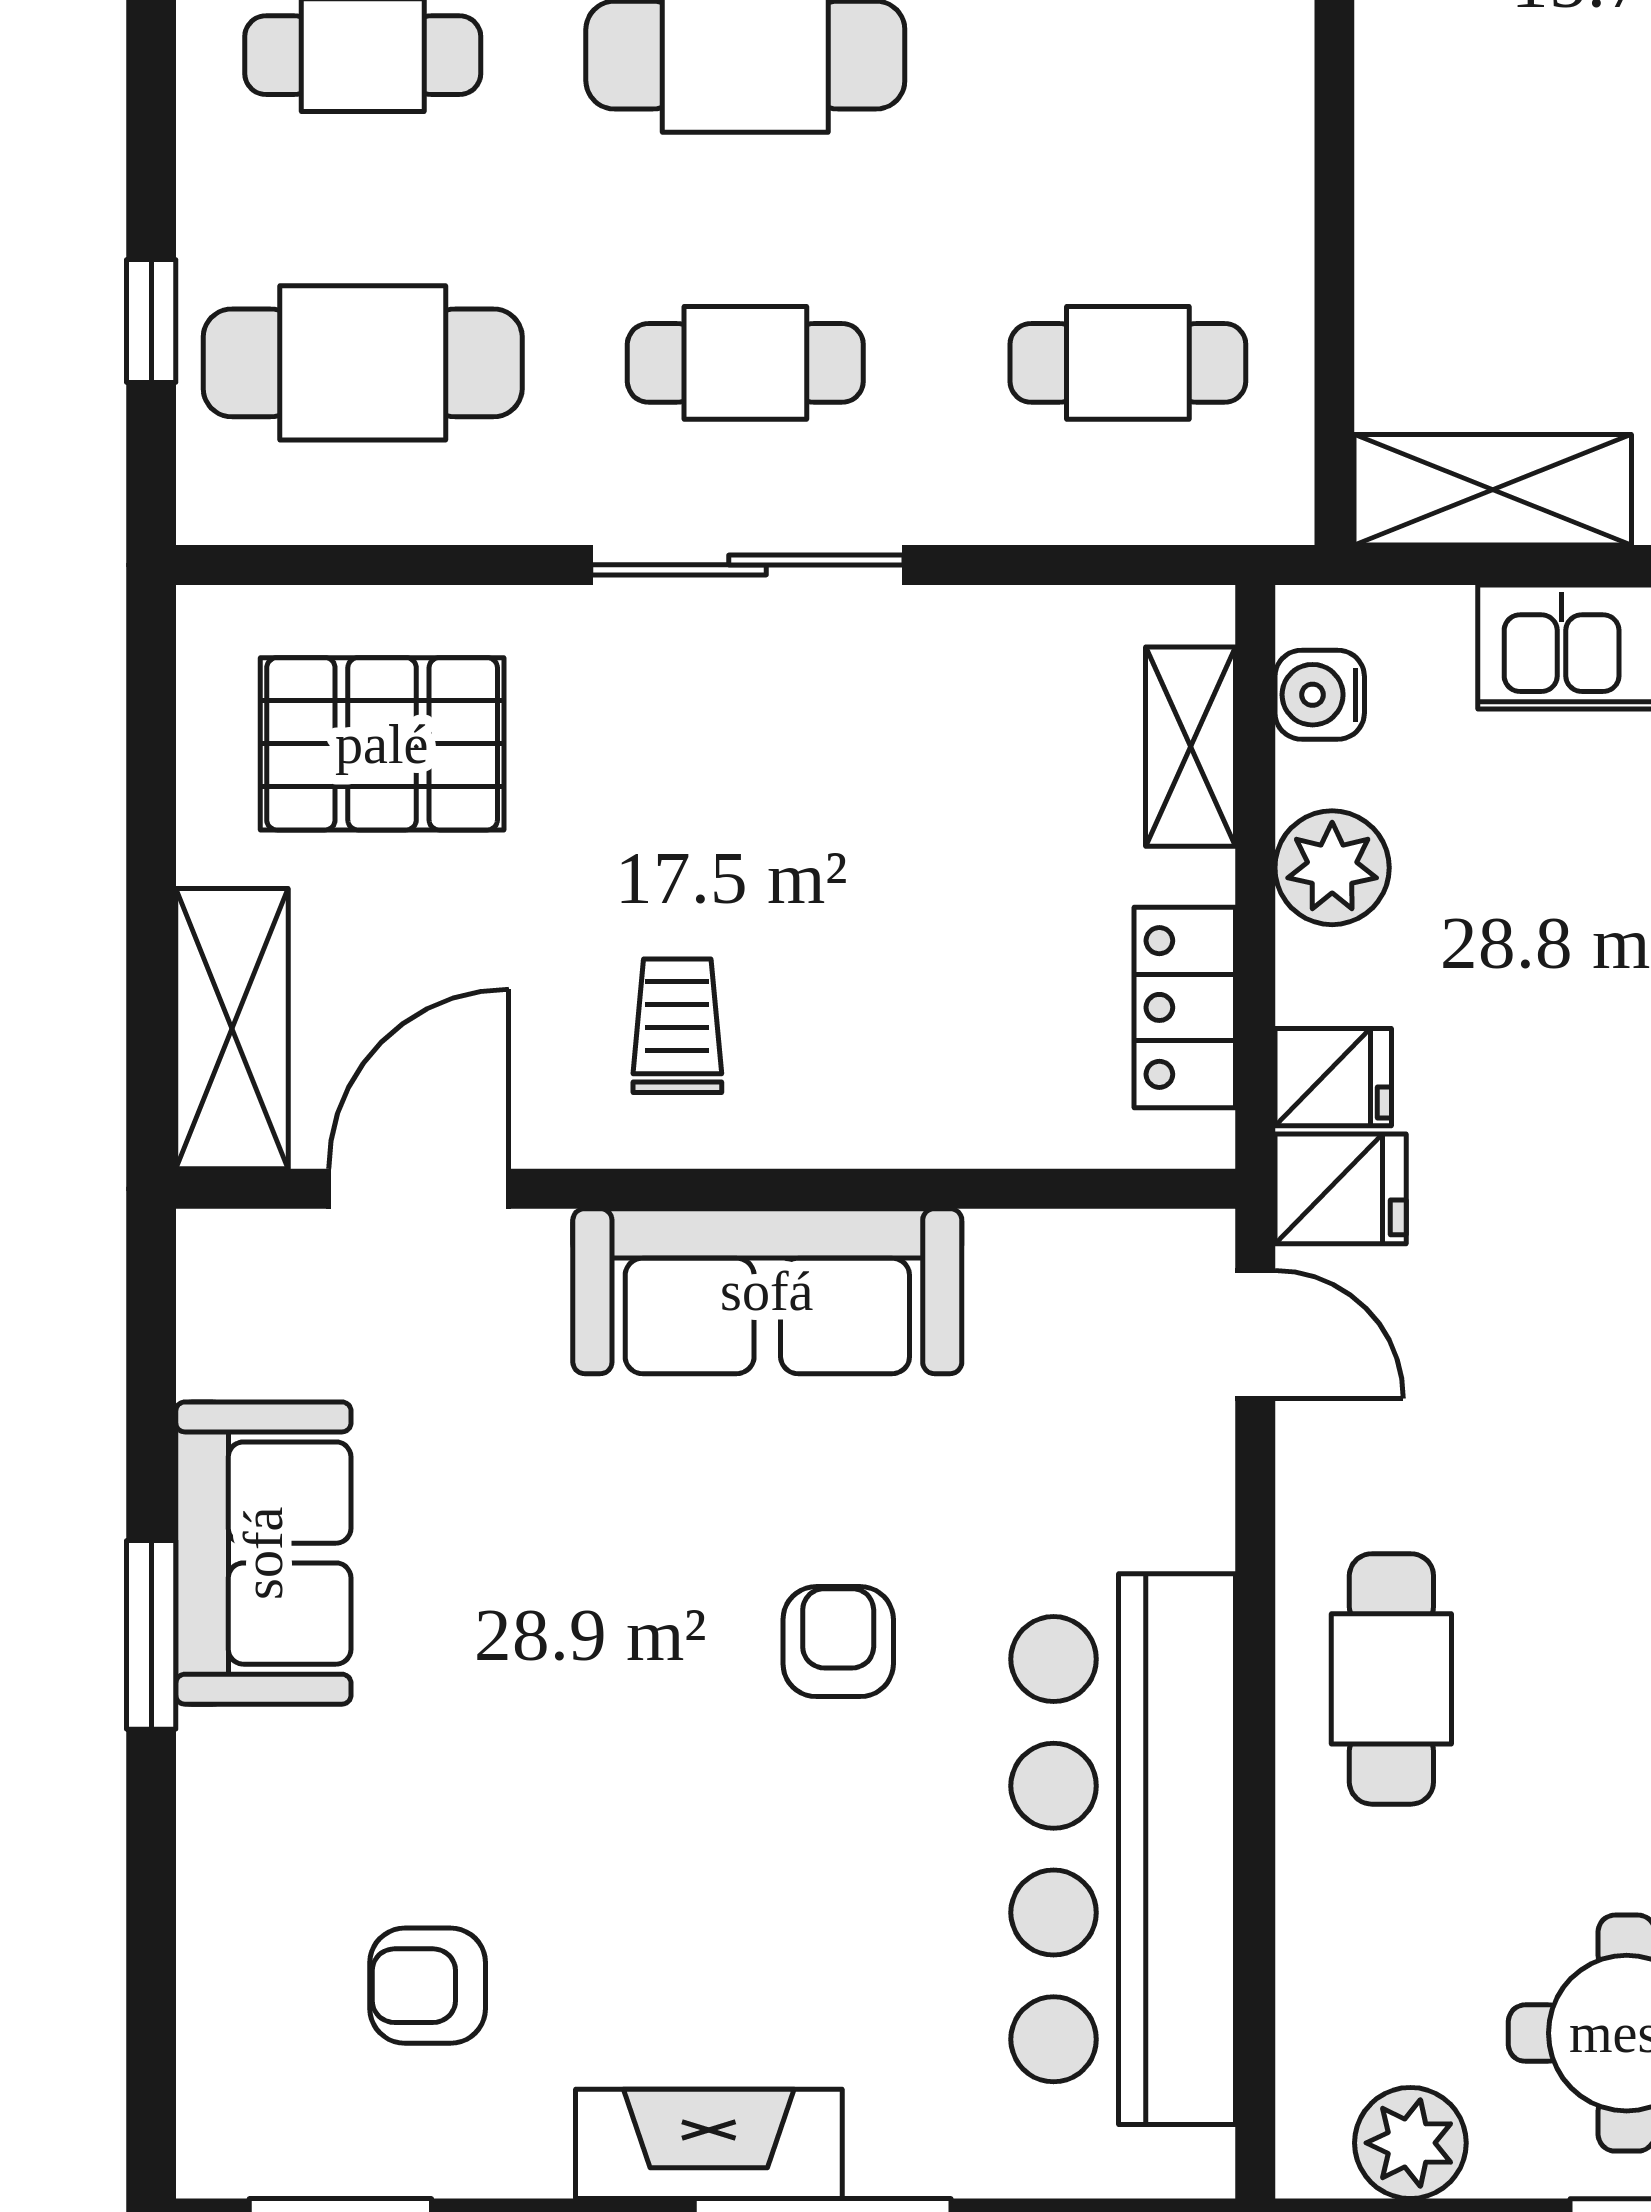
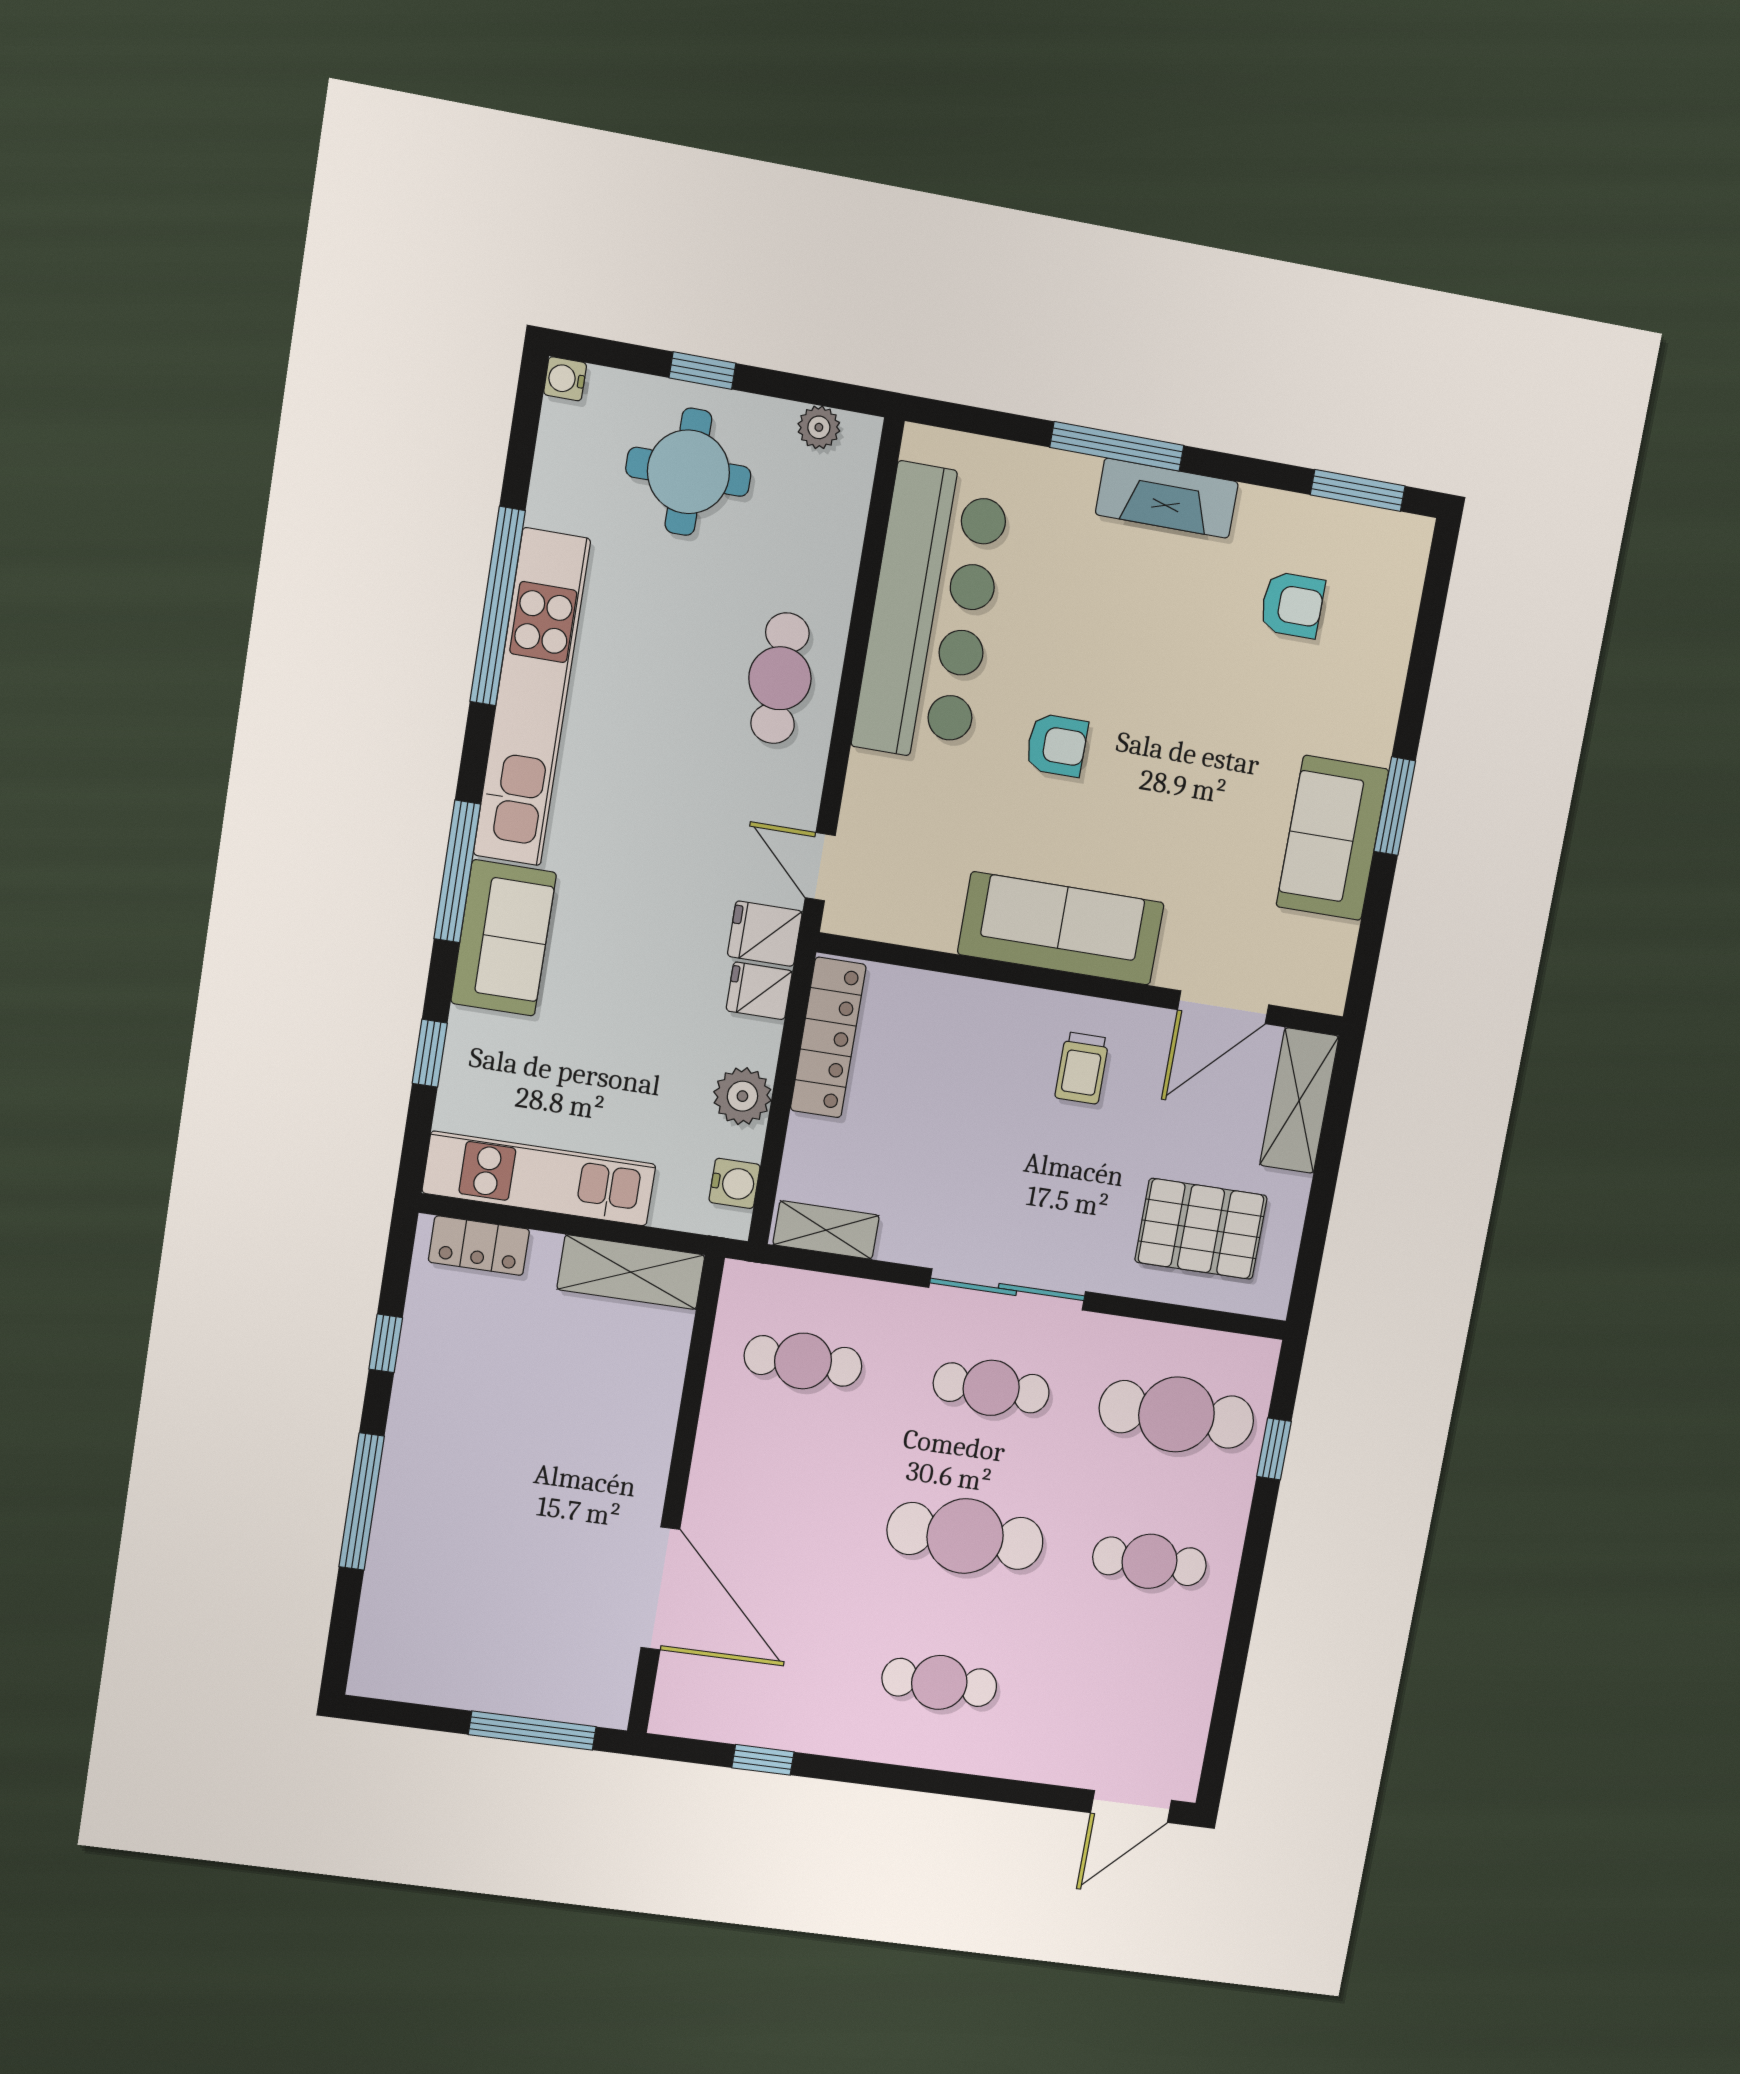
shelving: (1190, 747) -> (826, 1230), moved, turned 90
locker: (1185, 1007) -> (828, 1038), width x1.53
armchair: (838, 1642) -> (1057, 745), turned -90
plant: (1410, 2143) -> (819, 427), width x0.73, depth x0.73

